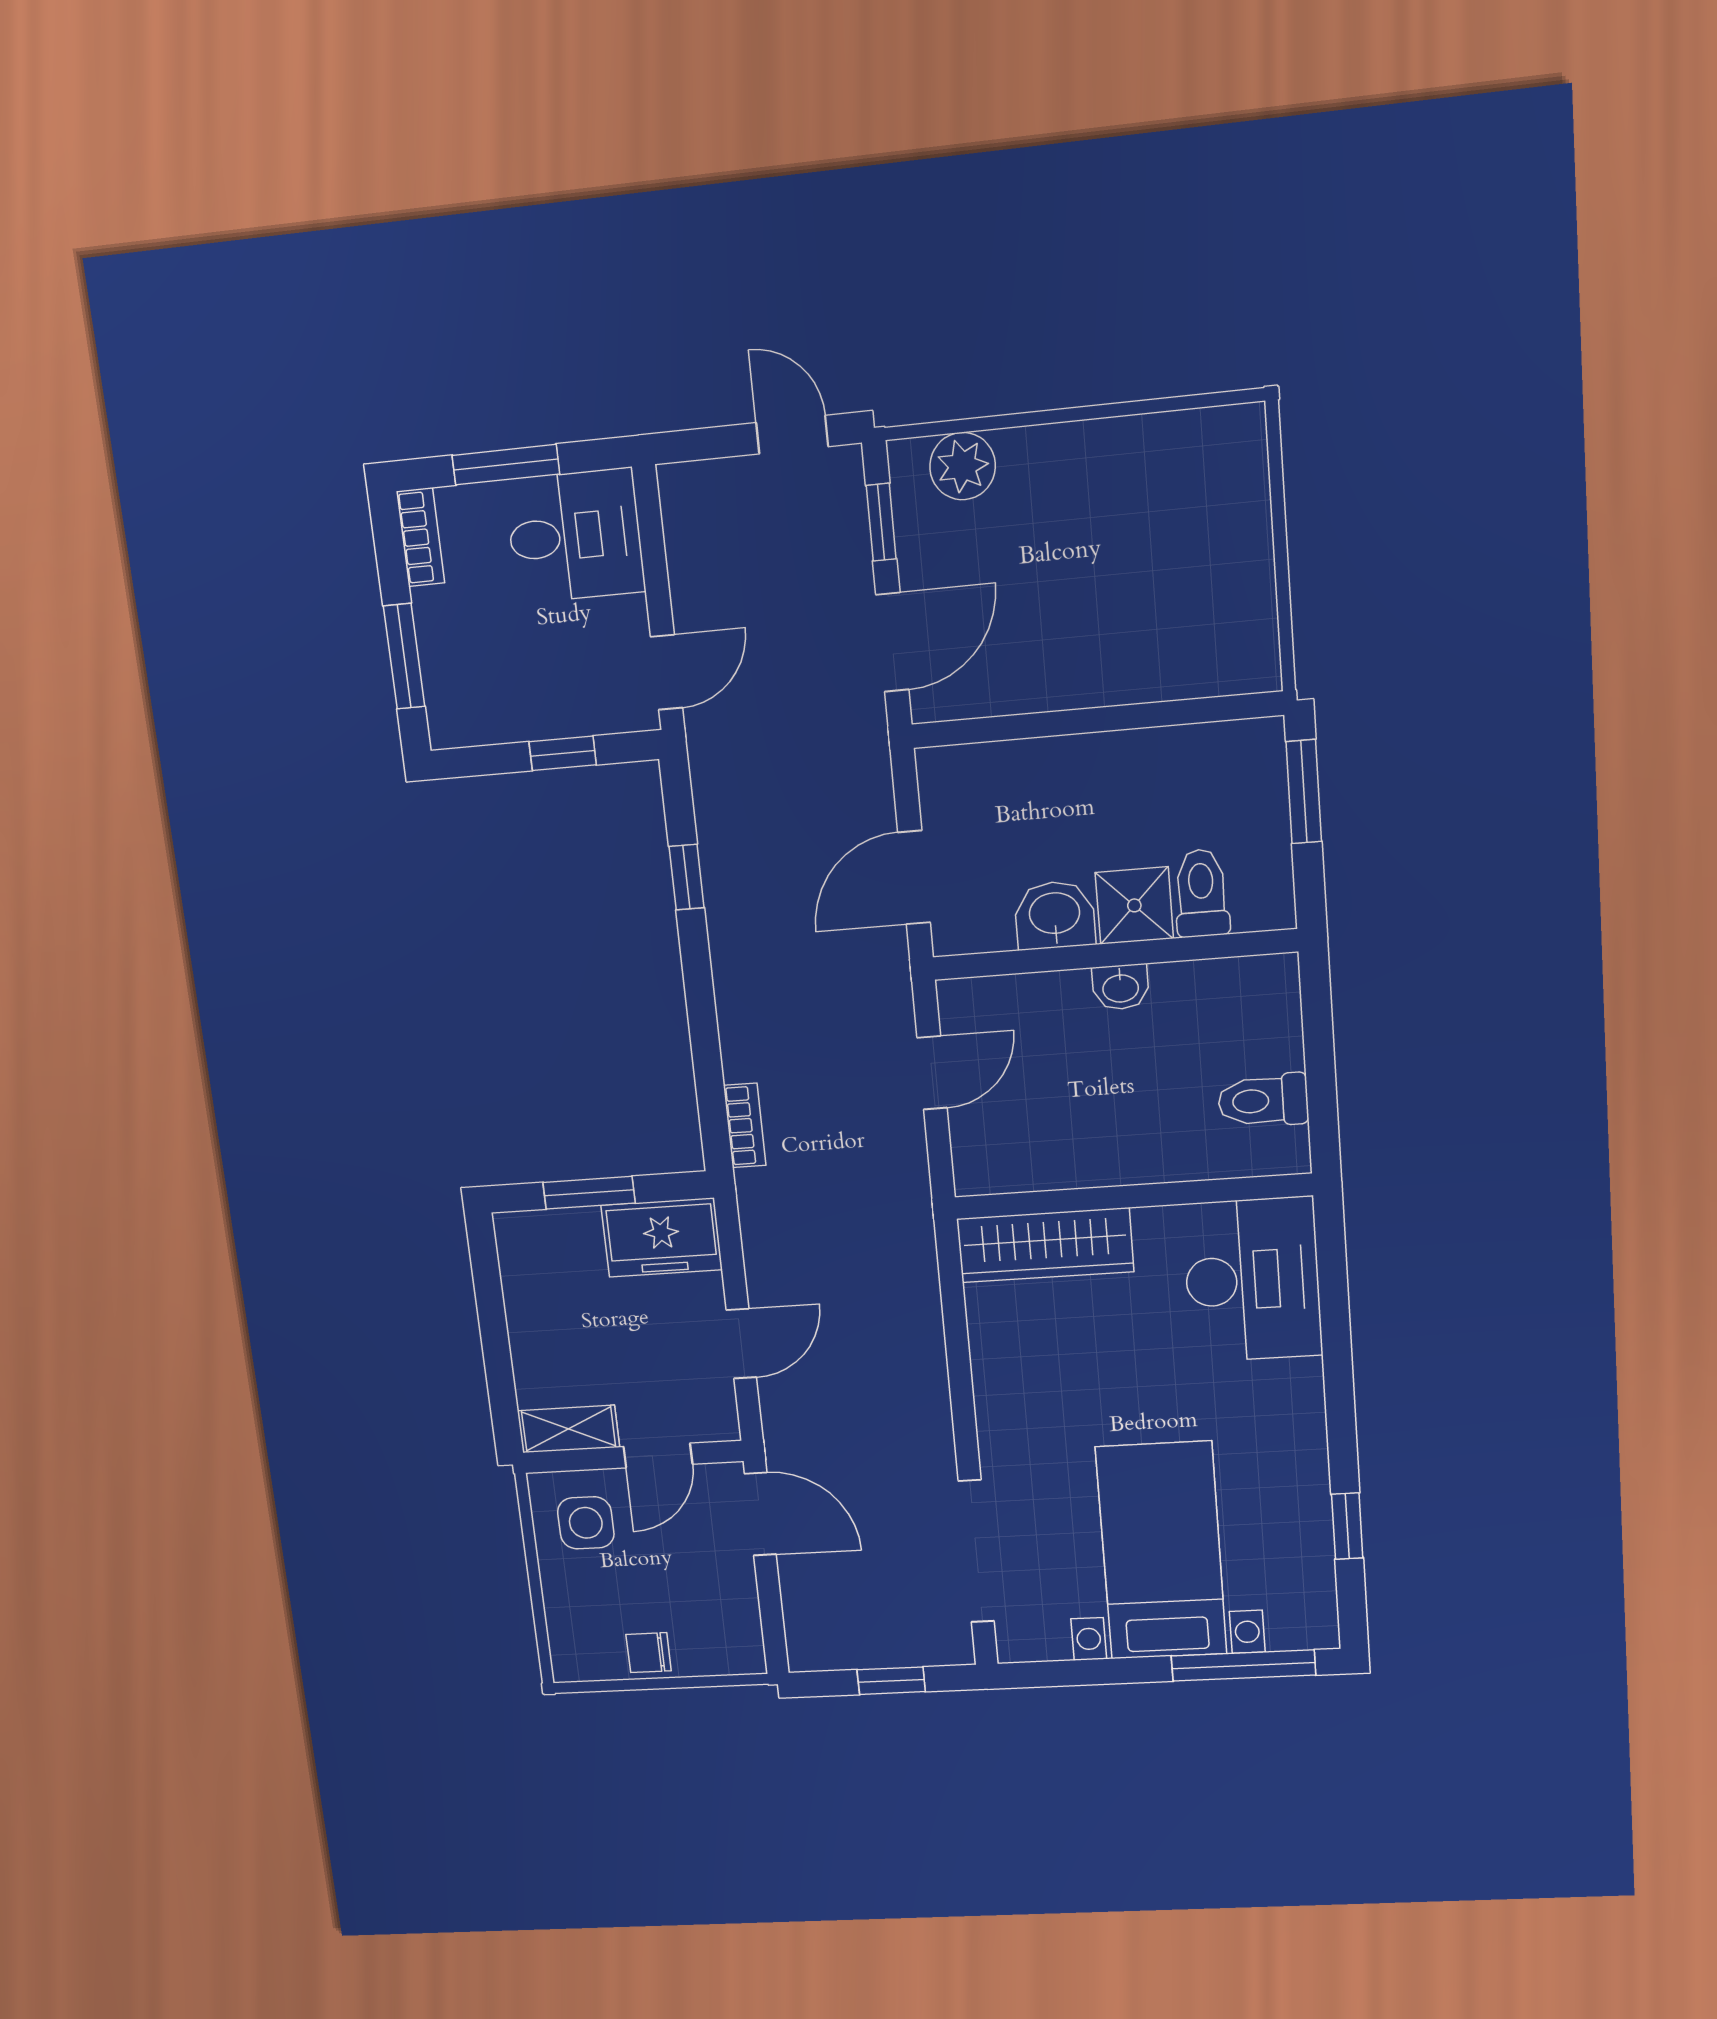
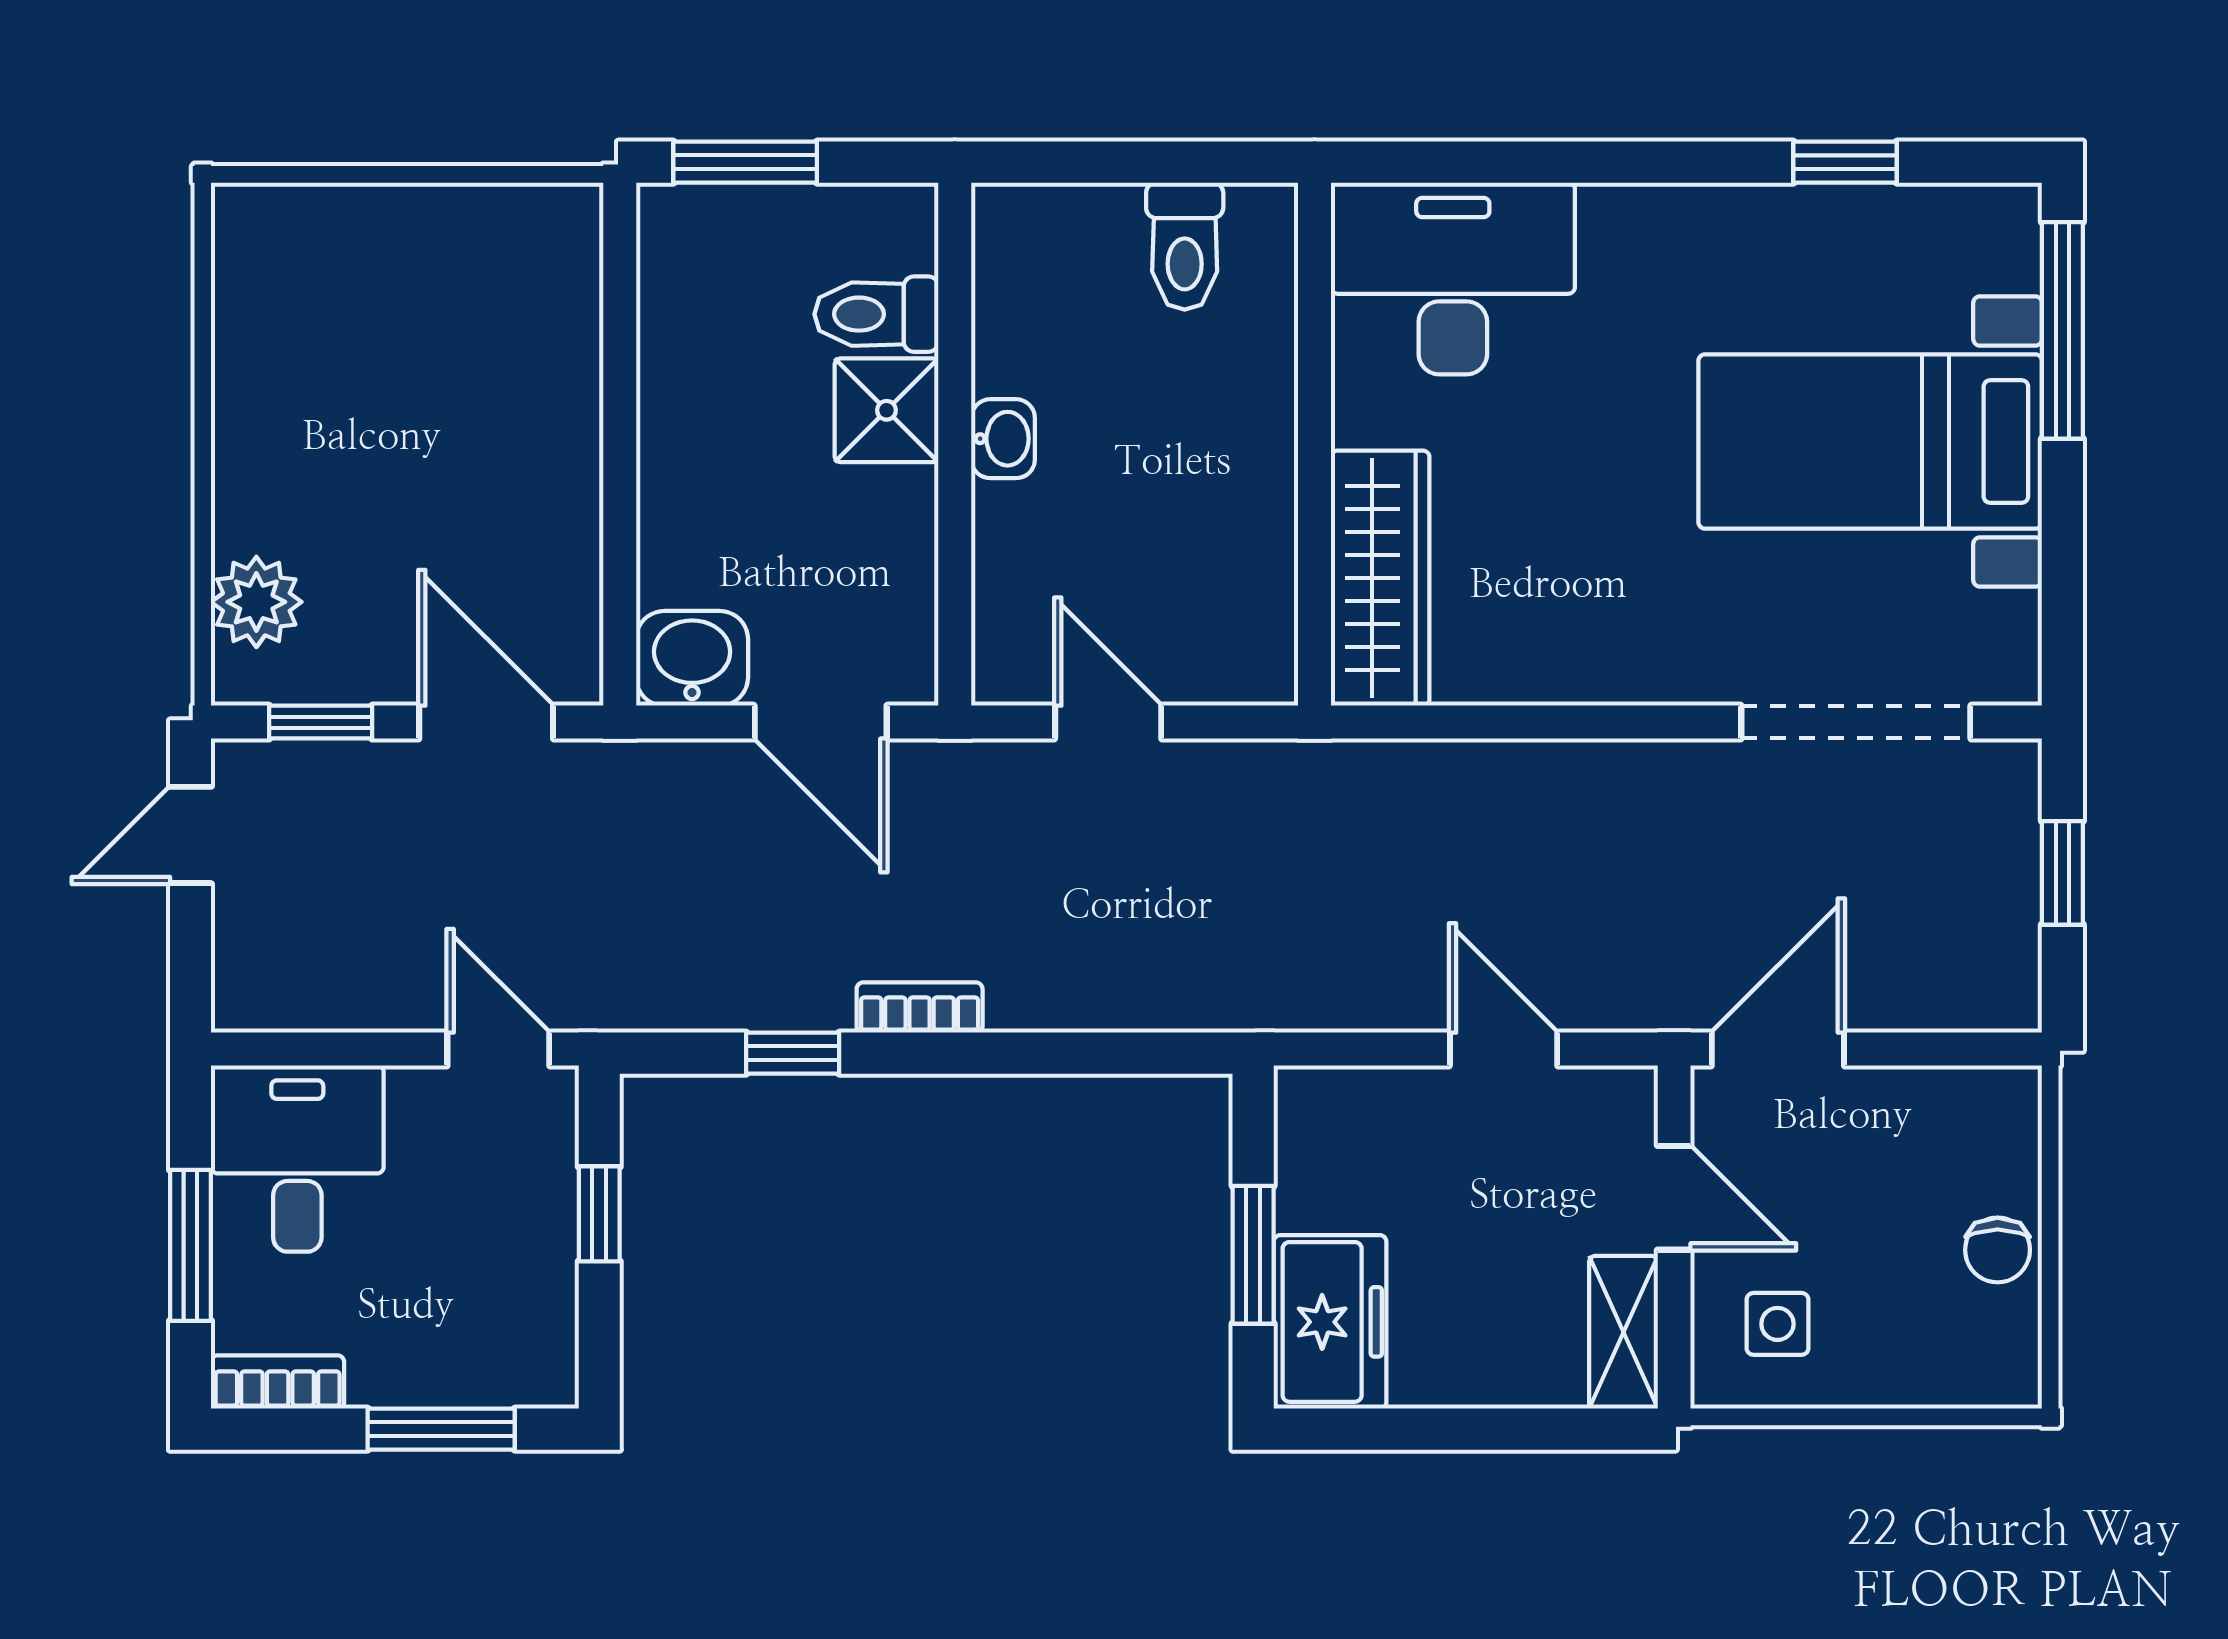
washbasin: (1055, 915) -> (692, 658), moved, turned 90
bookcase: (745, 1125) -> (920, 1008), moved
freezer: (662, 1238) -> (1330, 1322), moved
side table: (586, 1523) -> (1777, 1324), width x0.73, depth x0.73

